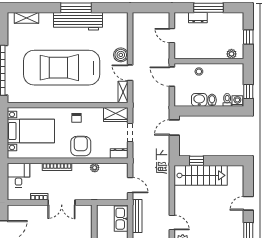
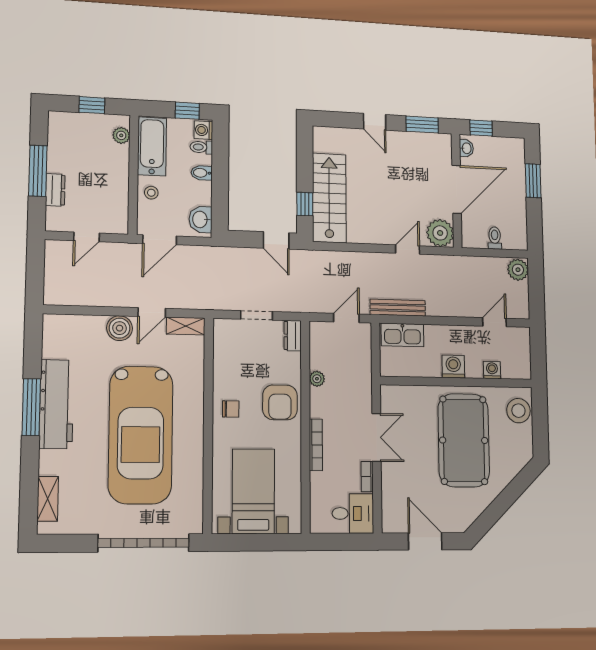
bathtub: (226, 72) -> (152, 146), added
washbasin: (199, 100) -> (201, 219), moved
wardrobe: (116, 114) -> (225, 340), removed
door: (174, 128) -> (276, 240), moved
armchair: (81, 146) -> (280, 402), turned -90
desk: (18, 175) -> (353, 513), moved, turned 180

